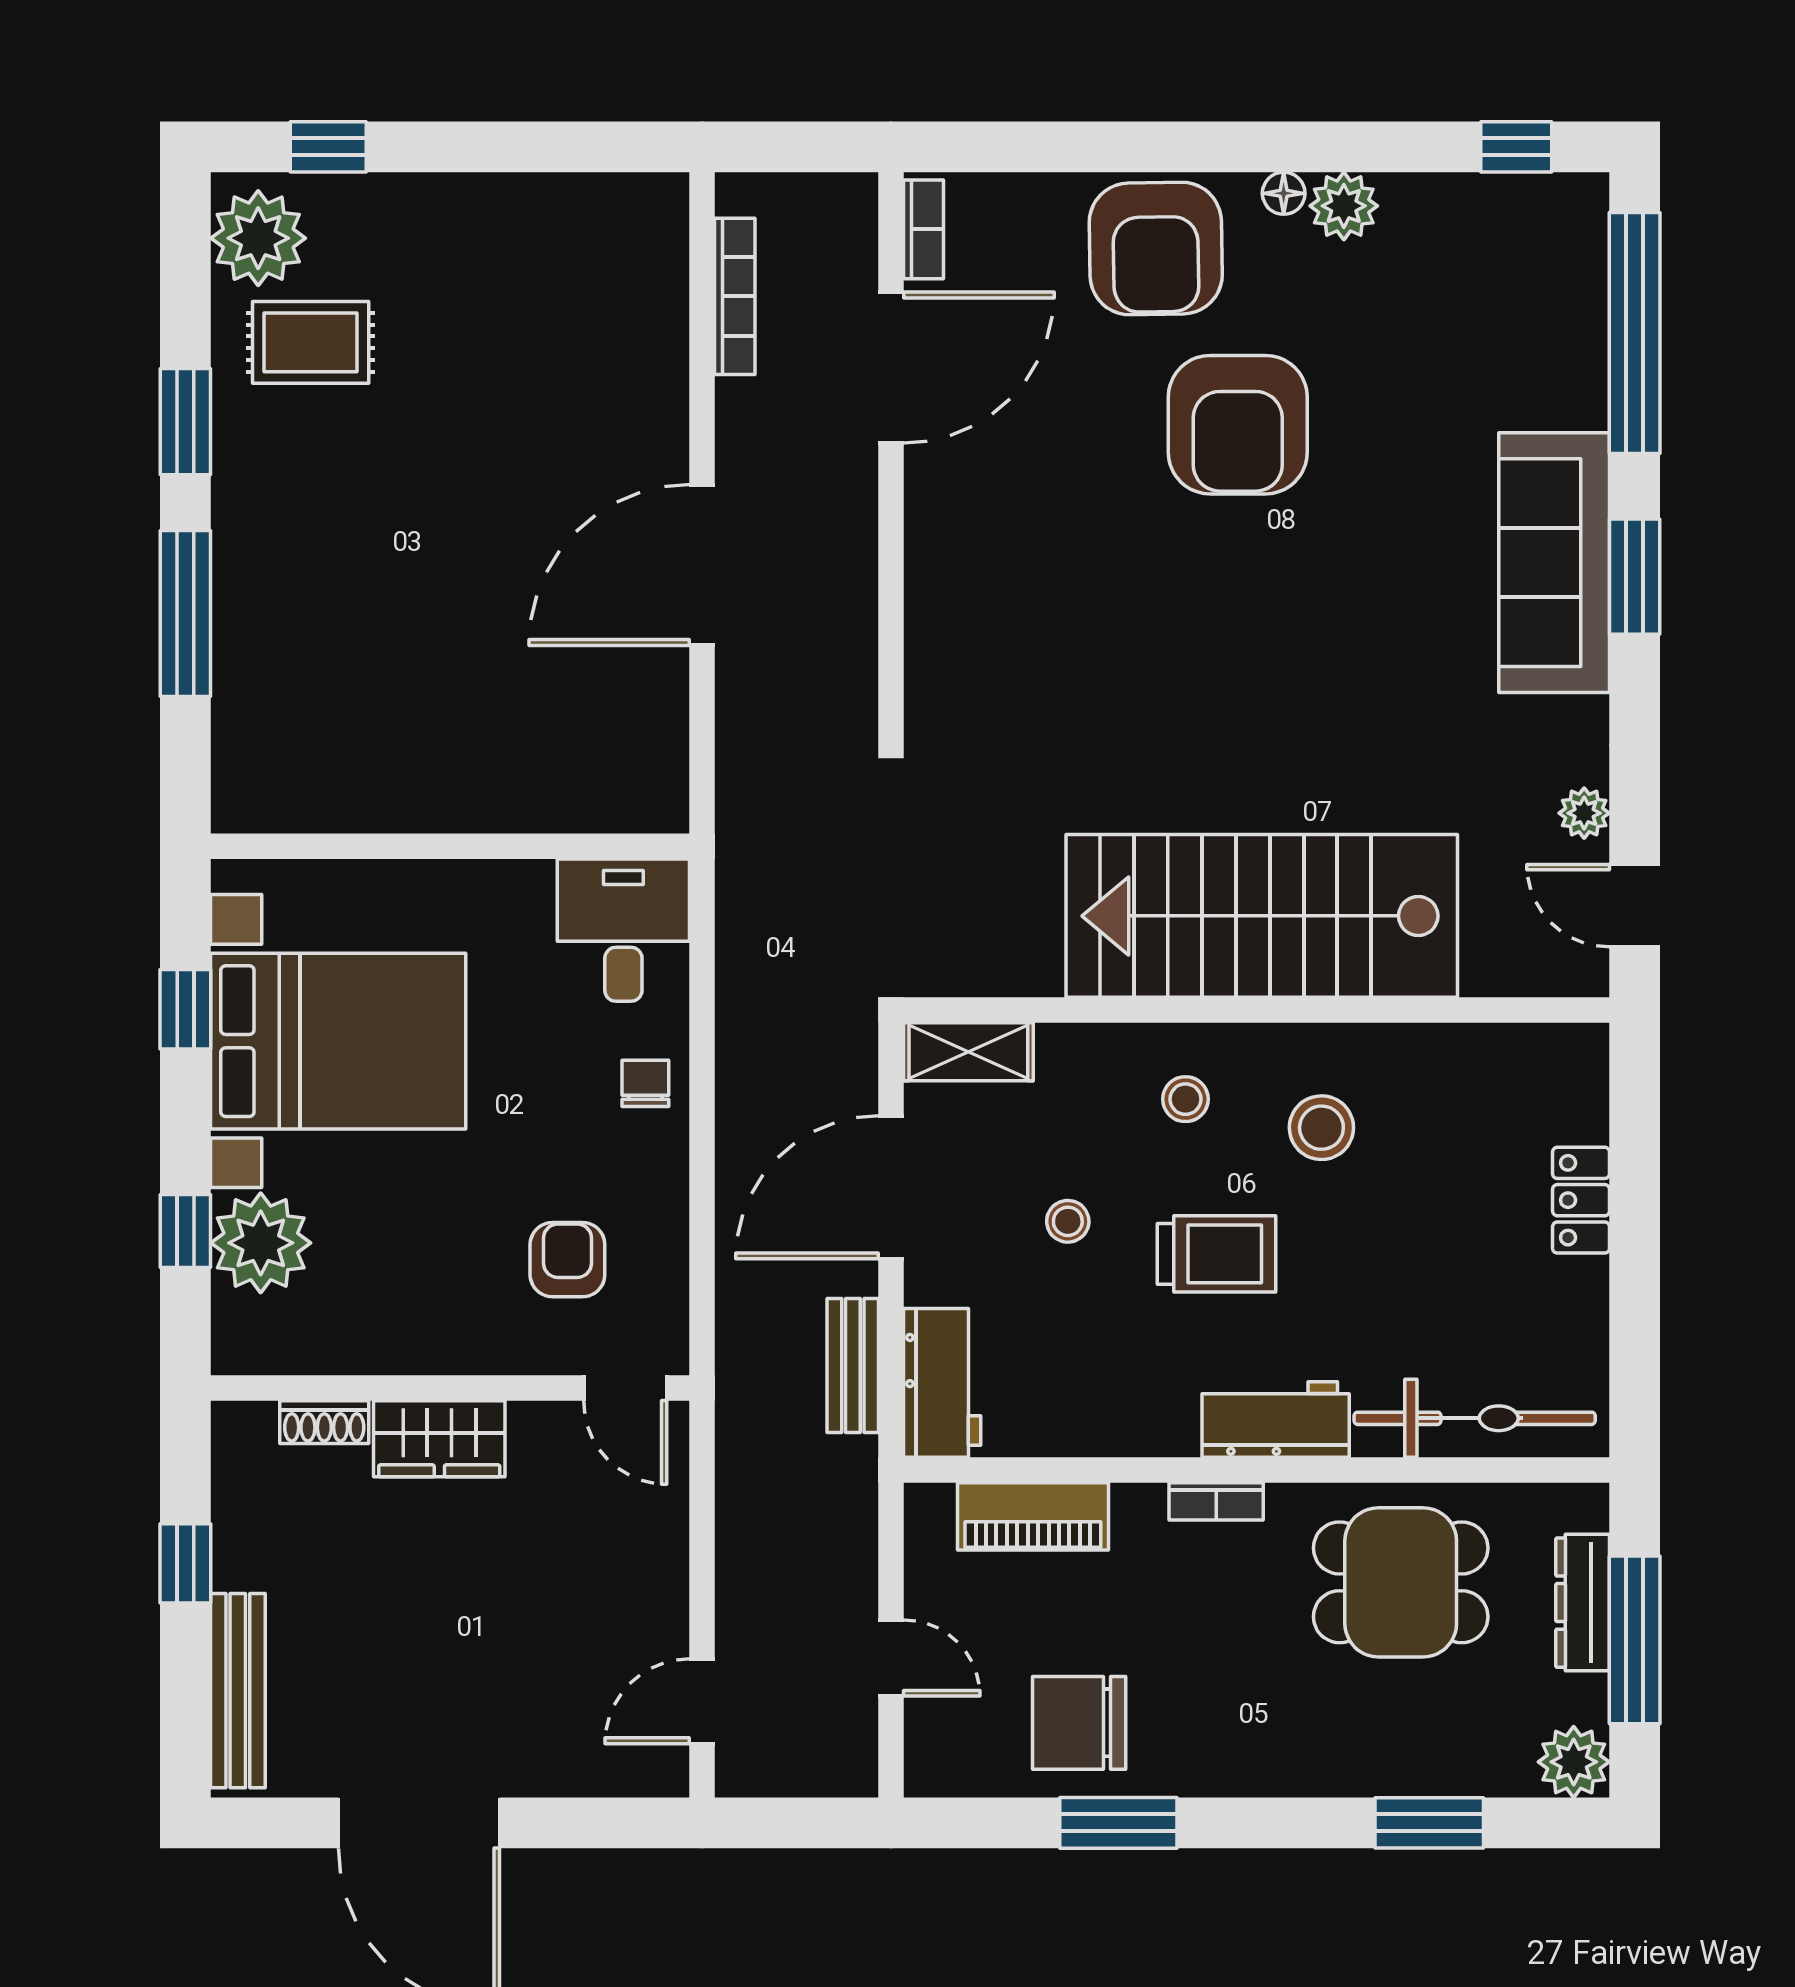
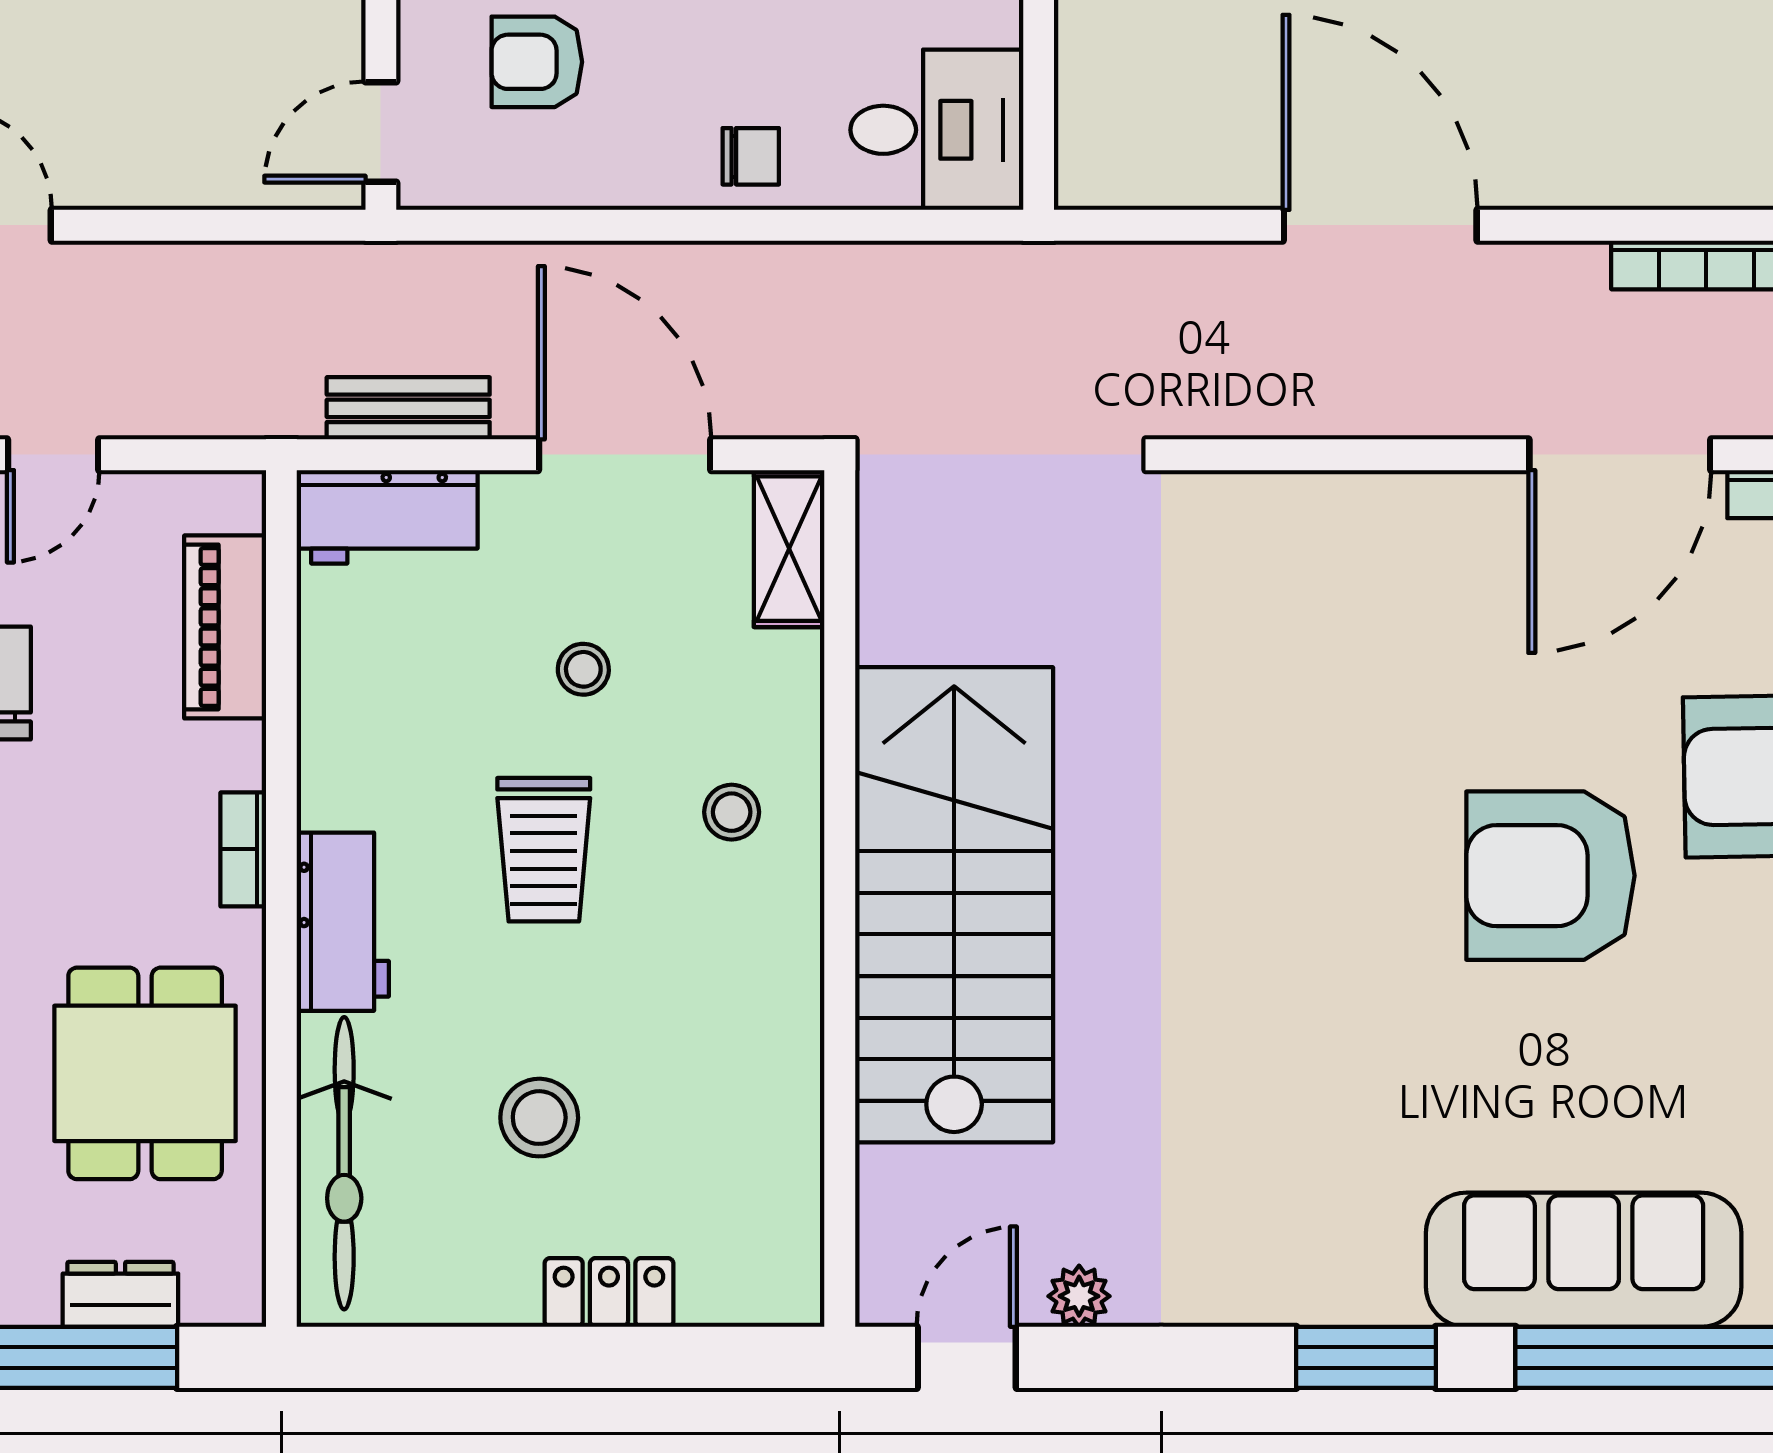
door: (891, 368) -> (1620, 455), hinge flipped
sofa: (1554, 563) -> (1584, 1260), moved
stool: (1321, 1128) -> (539, 1118), moved
armchair: (567, 1260) -> (537, 62), turned 180
dresser: (1583, 1603) -> (120, 1294), width x0.70

